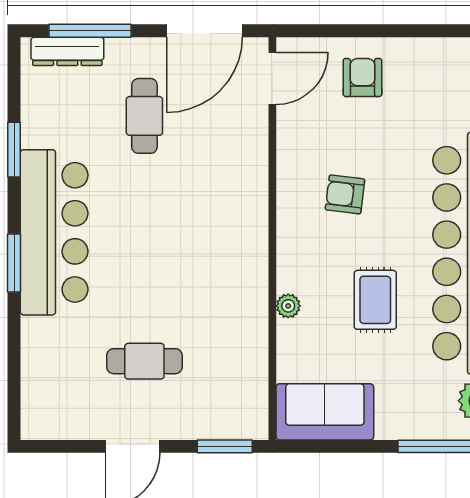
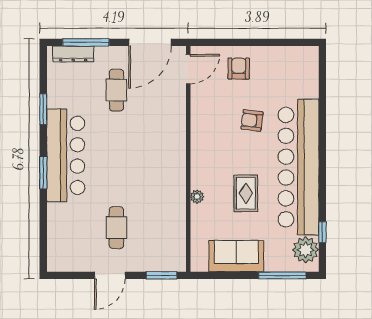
armchair: (345, 194) -> (252, 120), moved
cafe table: (144, 361) -> (116, 228), turned 90
sofa: (325, 412) -> (236, 256), moved

